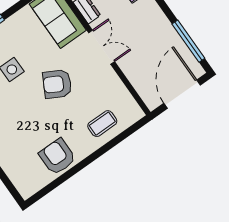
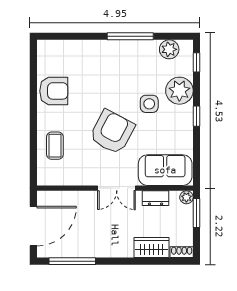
armchair: (57, 84) -> (112, 132), width x1.36, depth x1.36
door: (182, 94) -> (33, 226), hinge flipped

